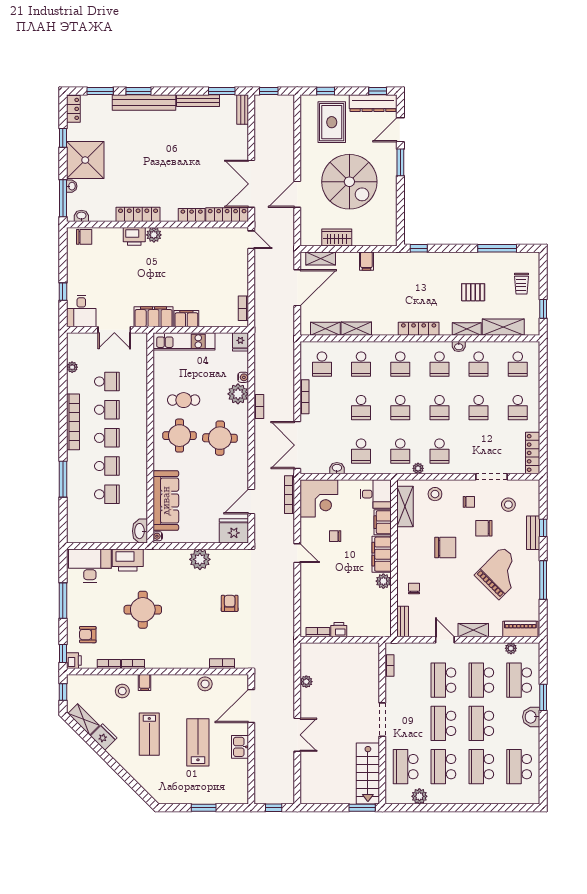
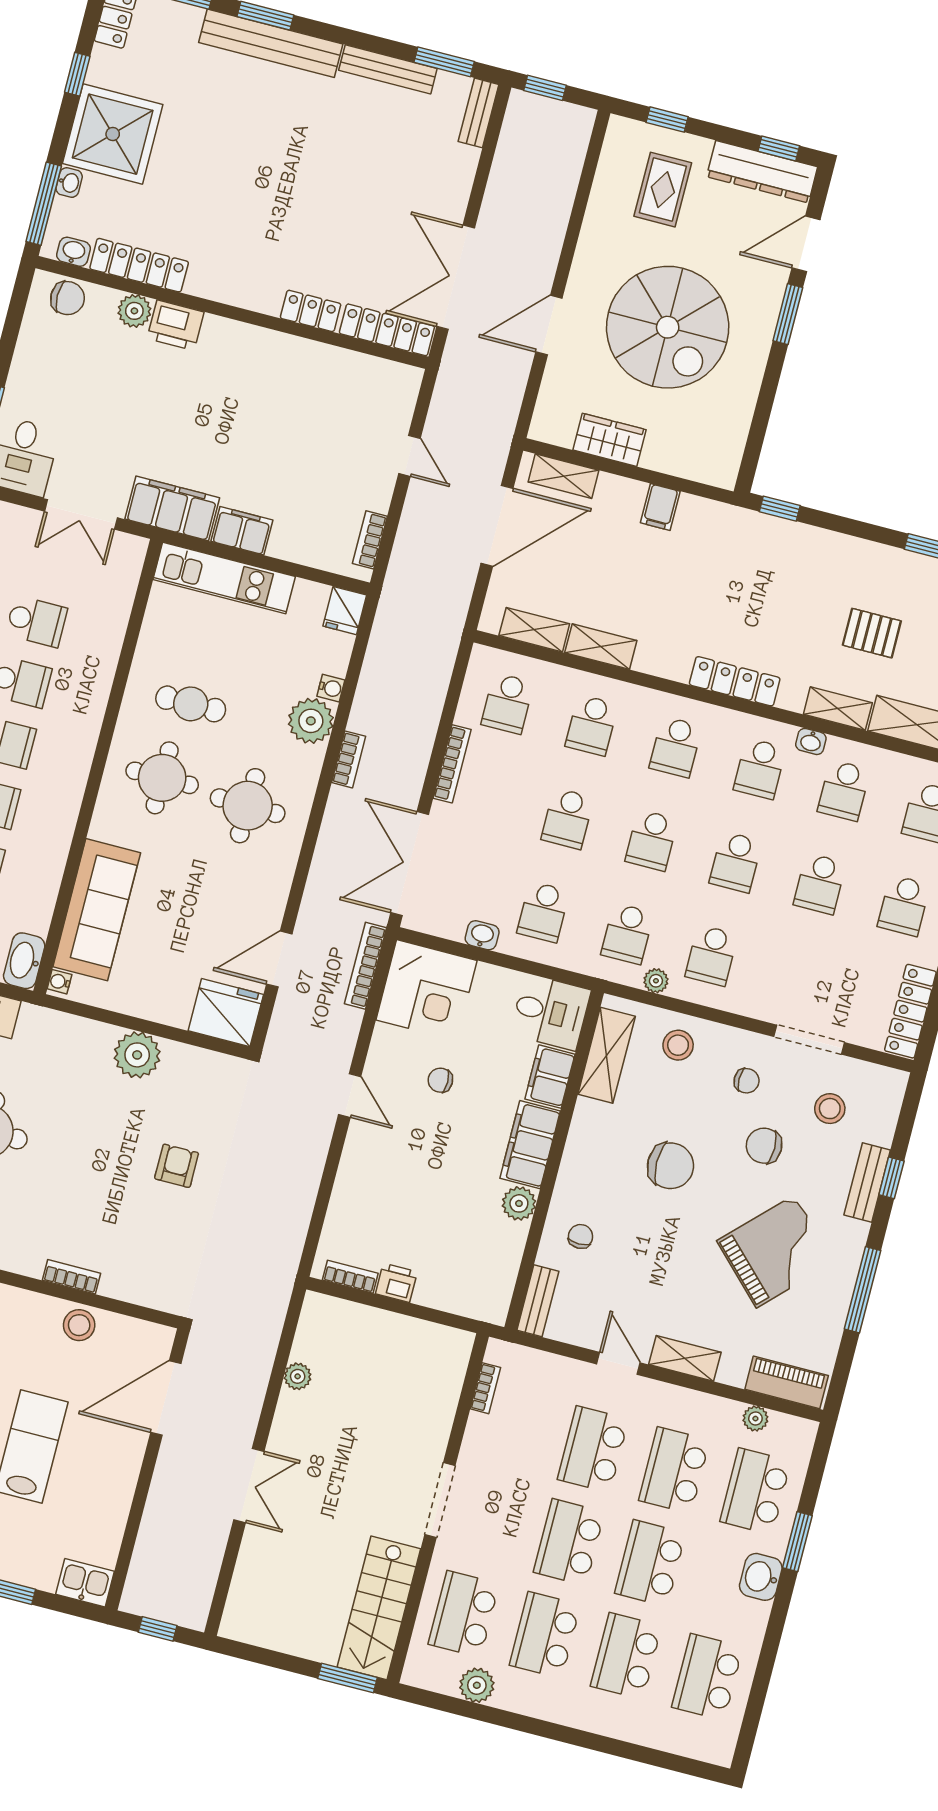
rug: (332, 122) -> (663, 190), width x0.73, depth x0.70
locker: (138, 214) -> (139, 265), moved
plant: (154, 235) -> (134, 311), moved
door: (251, 240) -> (409, 456), moved
bookcase: (222, 664) -> (71, 1277), moved
kitchen sink: (240, 747) -> (85, 1583), moved, turned 90

